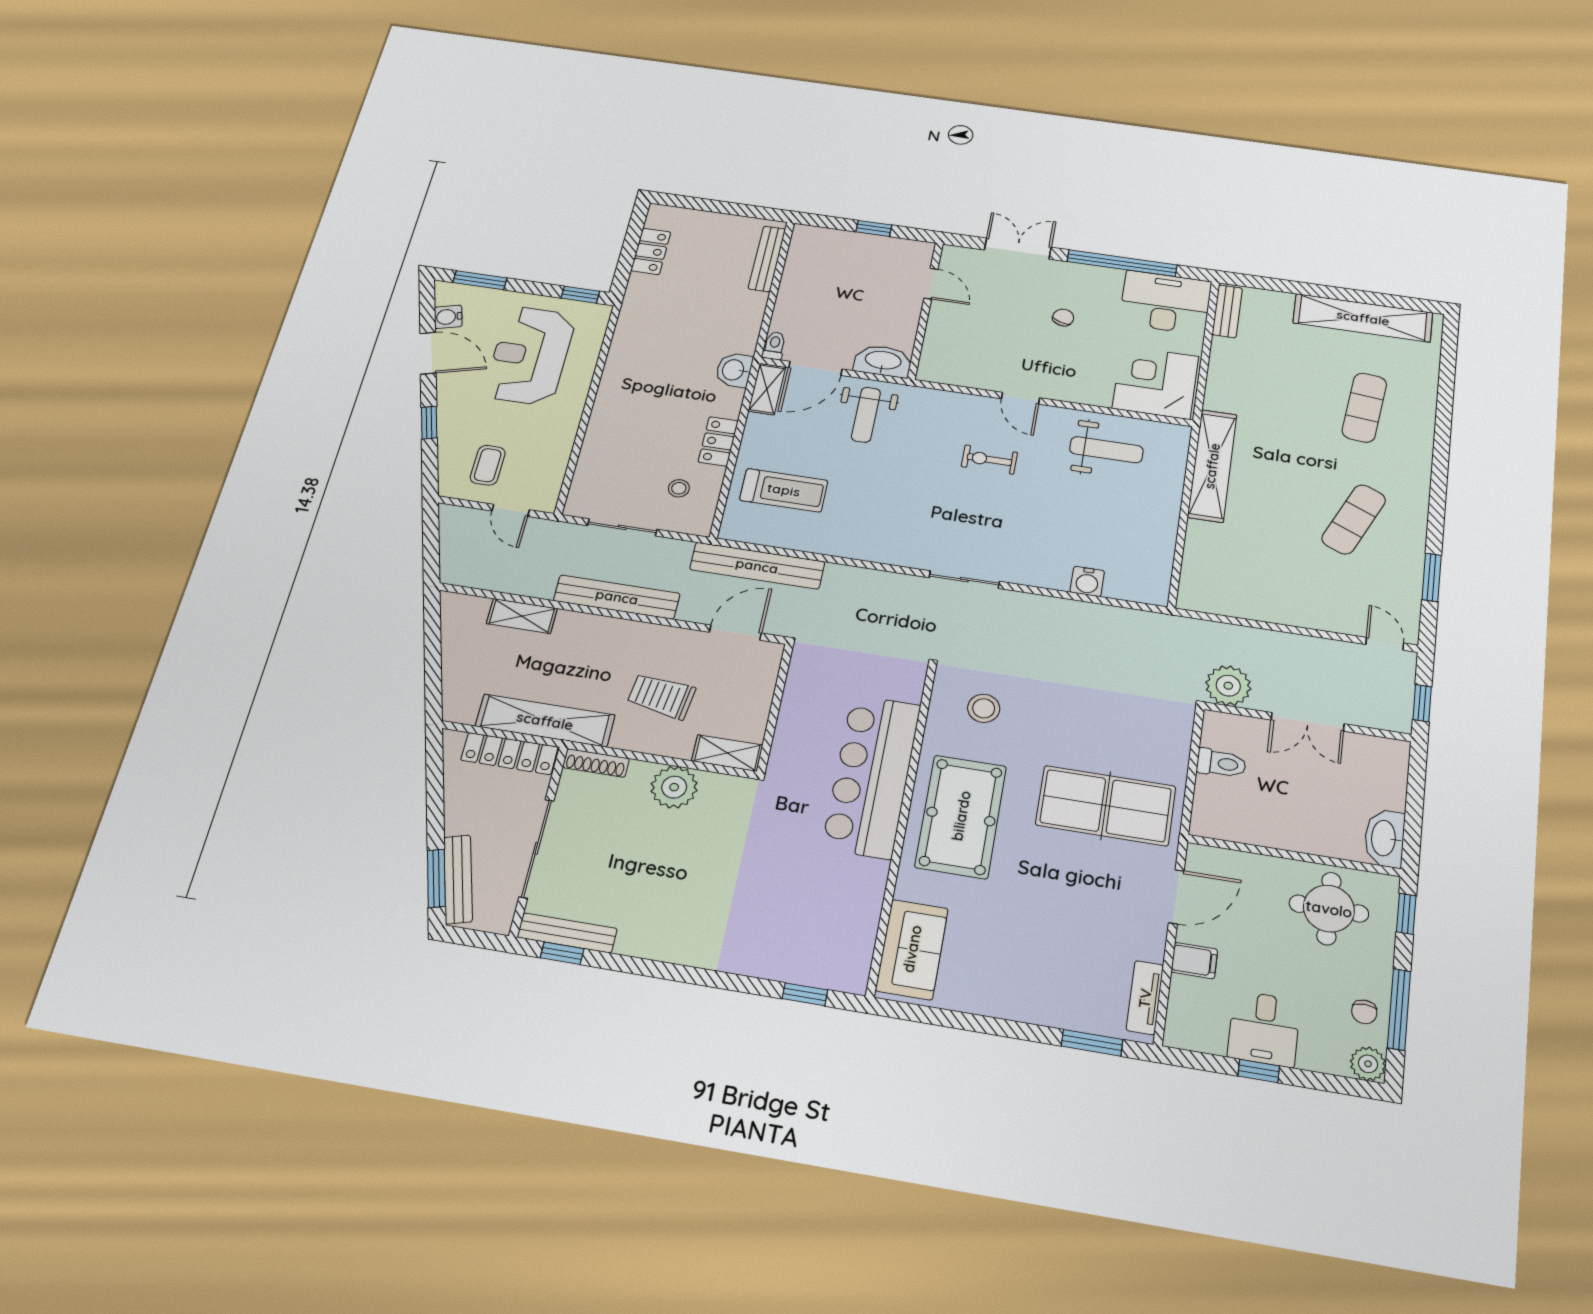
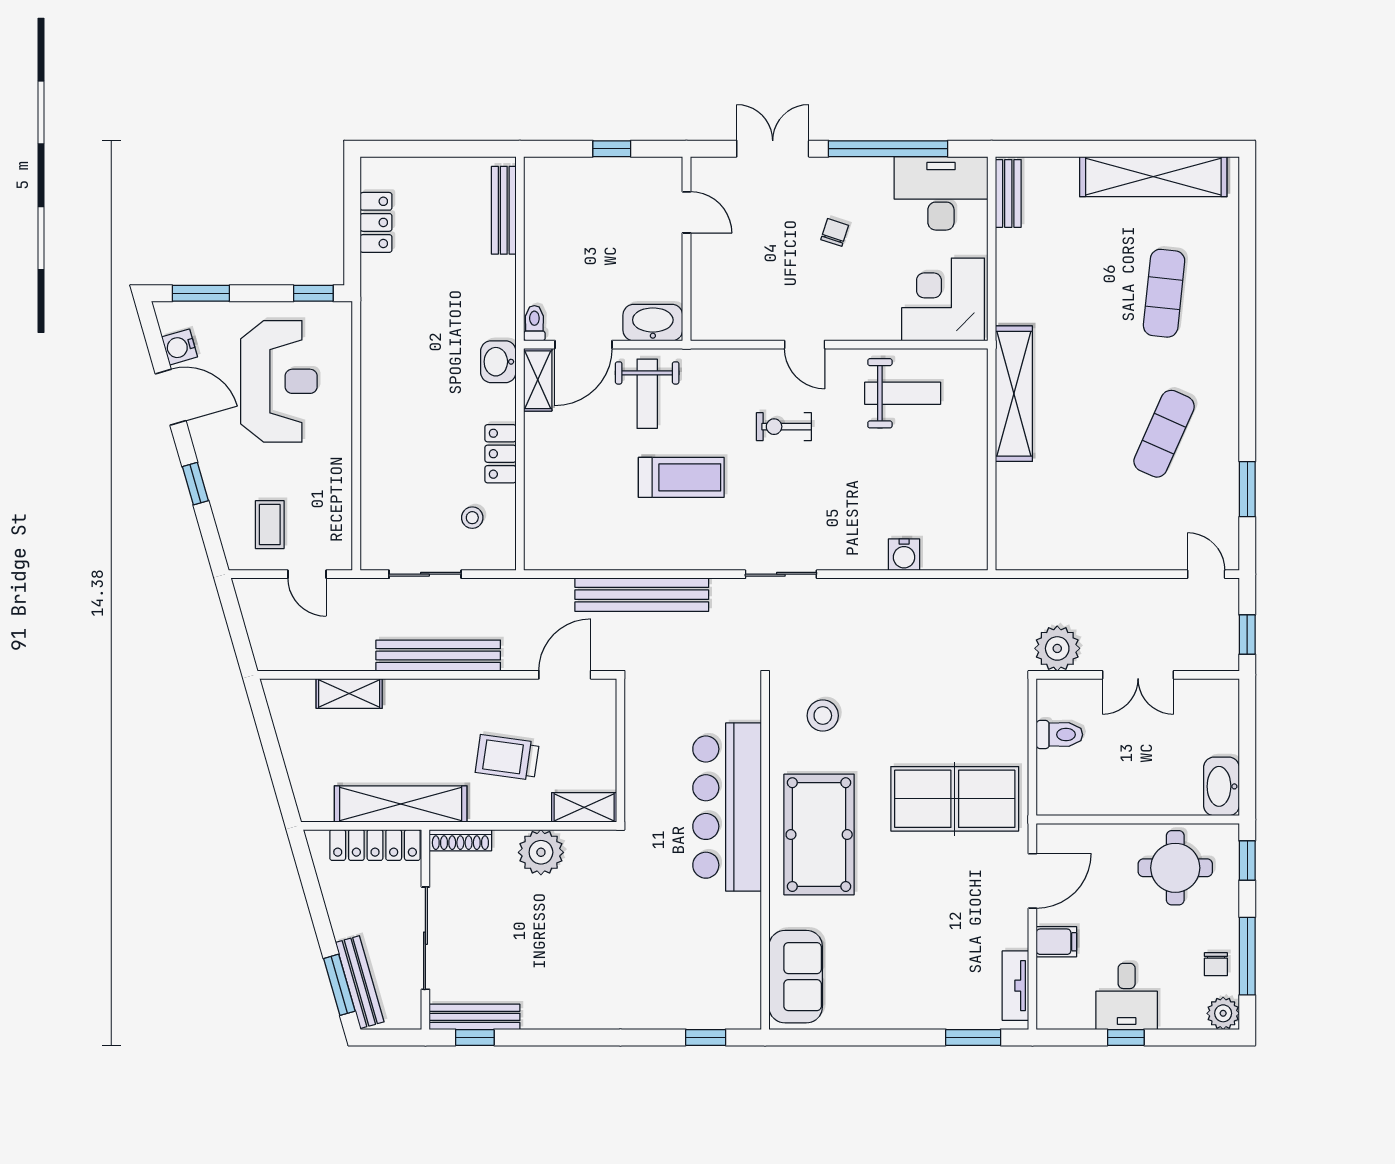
reception desk: (530, 356) -> (279, 381), turned 180
treadmill: (784, 490) -> (681, 477), moved
bench: (757, 566) -> (642, 595), moved

